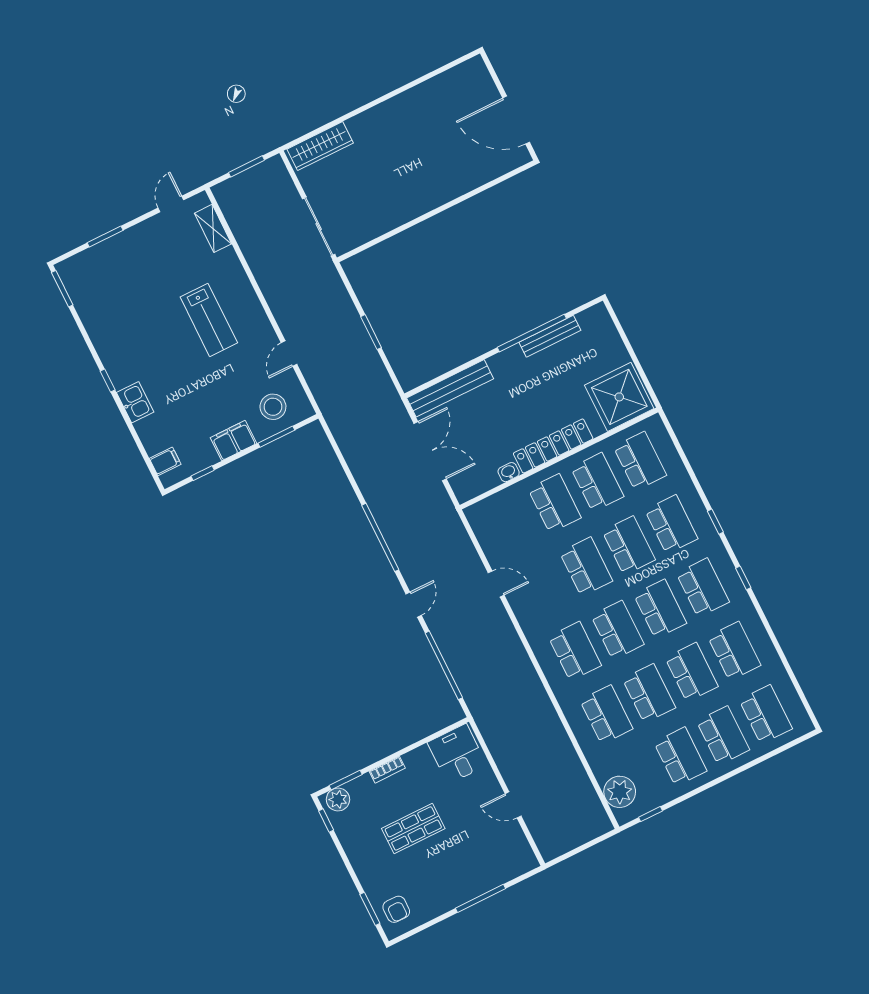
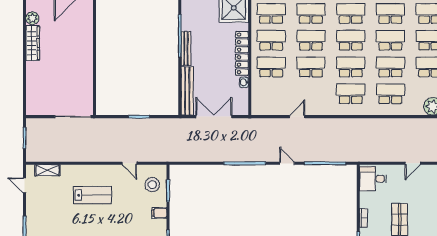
plant: (443, 84) -> (32, 18), added
wardrobe: (320, 146) -> (33, 43), moved
bench: (550, 336) -> (186, 49), moved
filing cabinet: (233, 441) -> (159, 213), width x0.50

